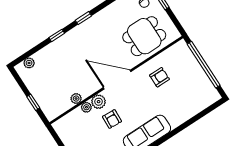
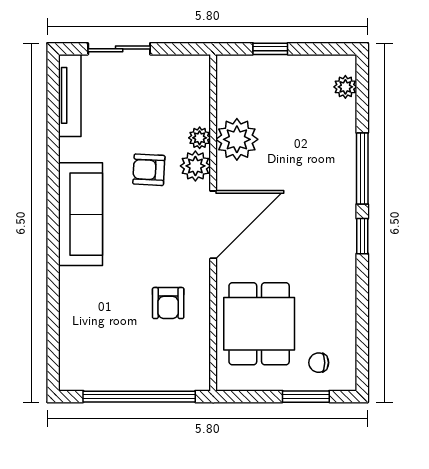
window: (57, 35) -> (362, 168), width x2.17
plant: (76, 99) -> (237, 139), width x1.88, depth x1.88

